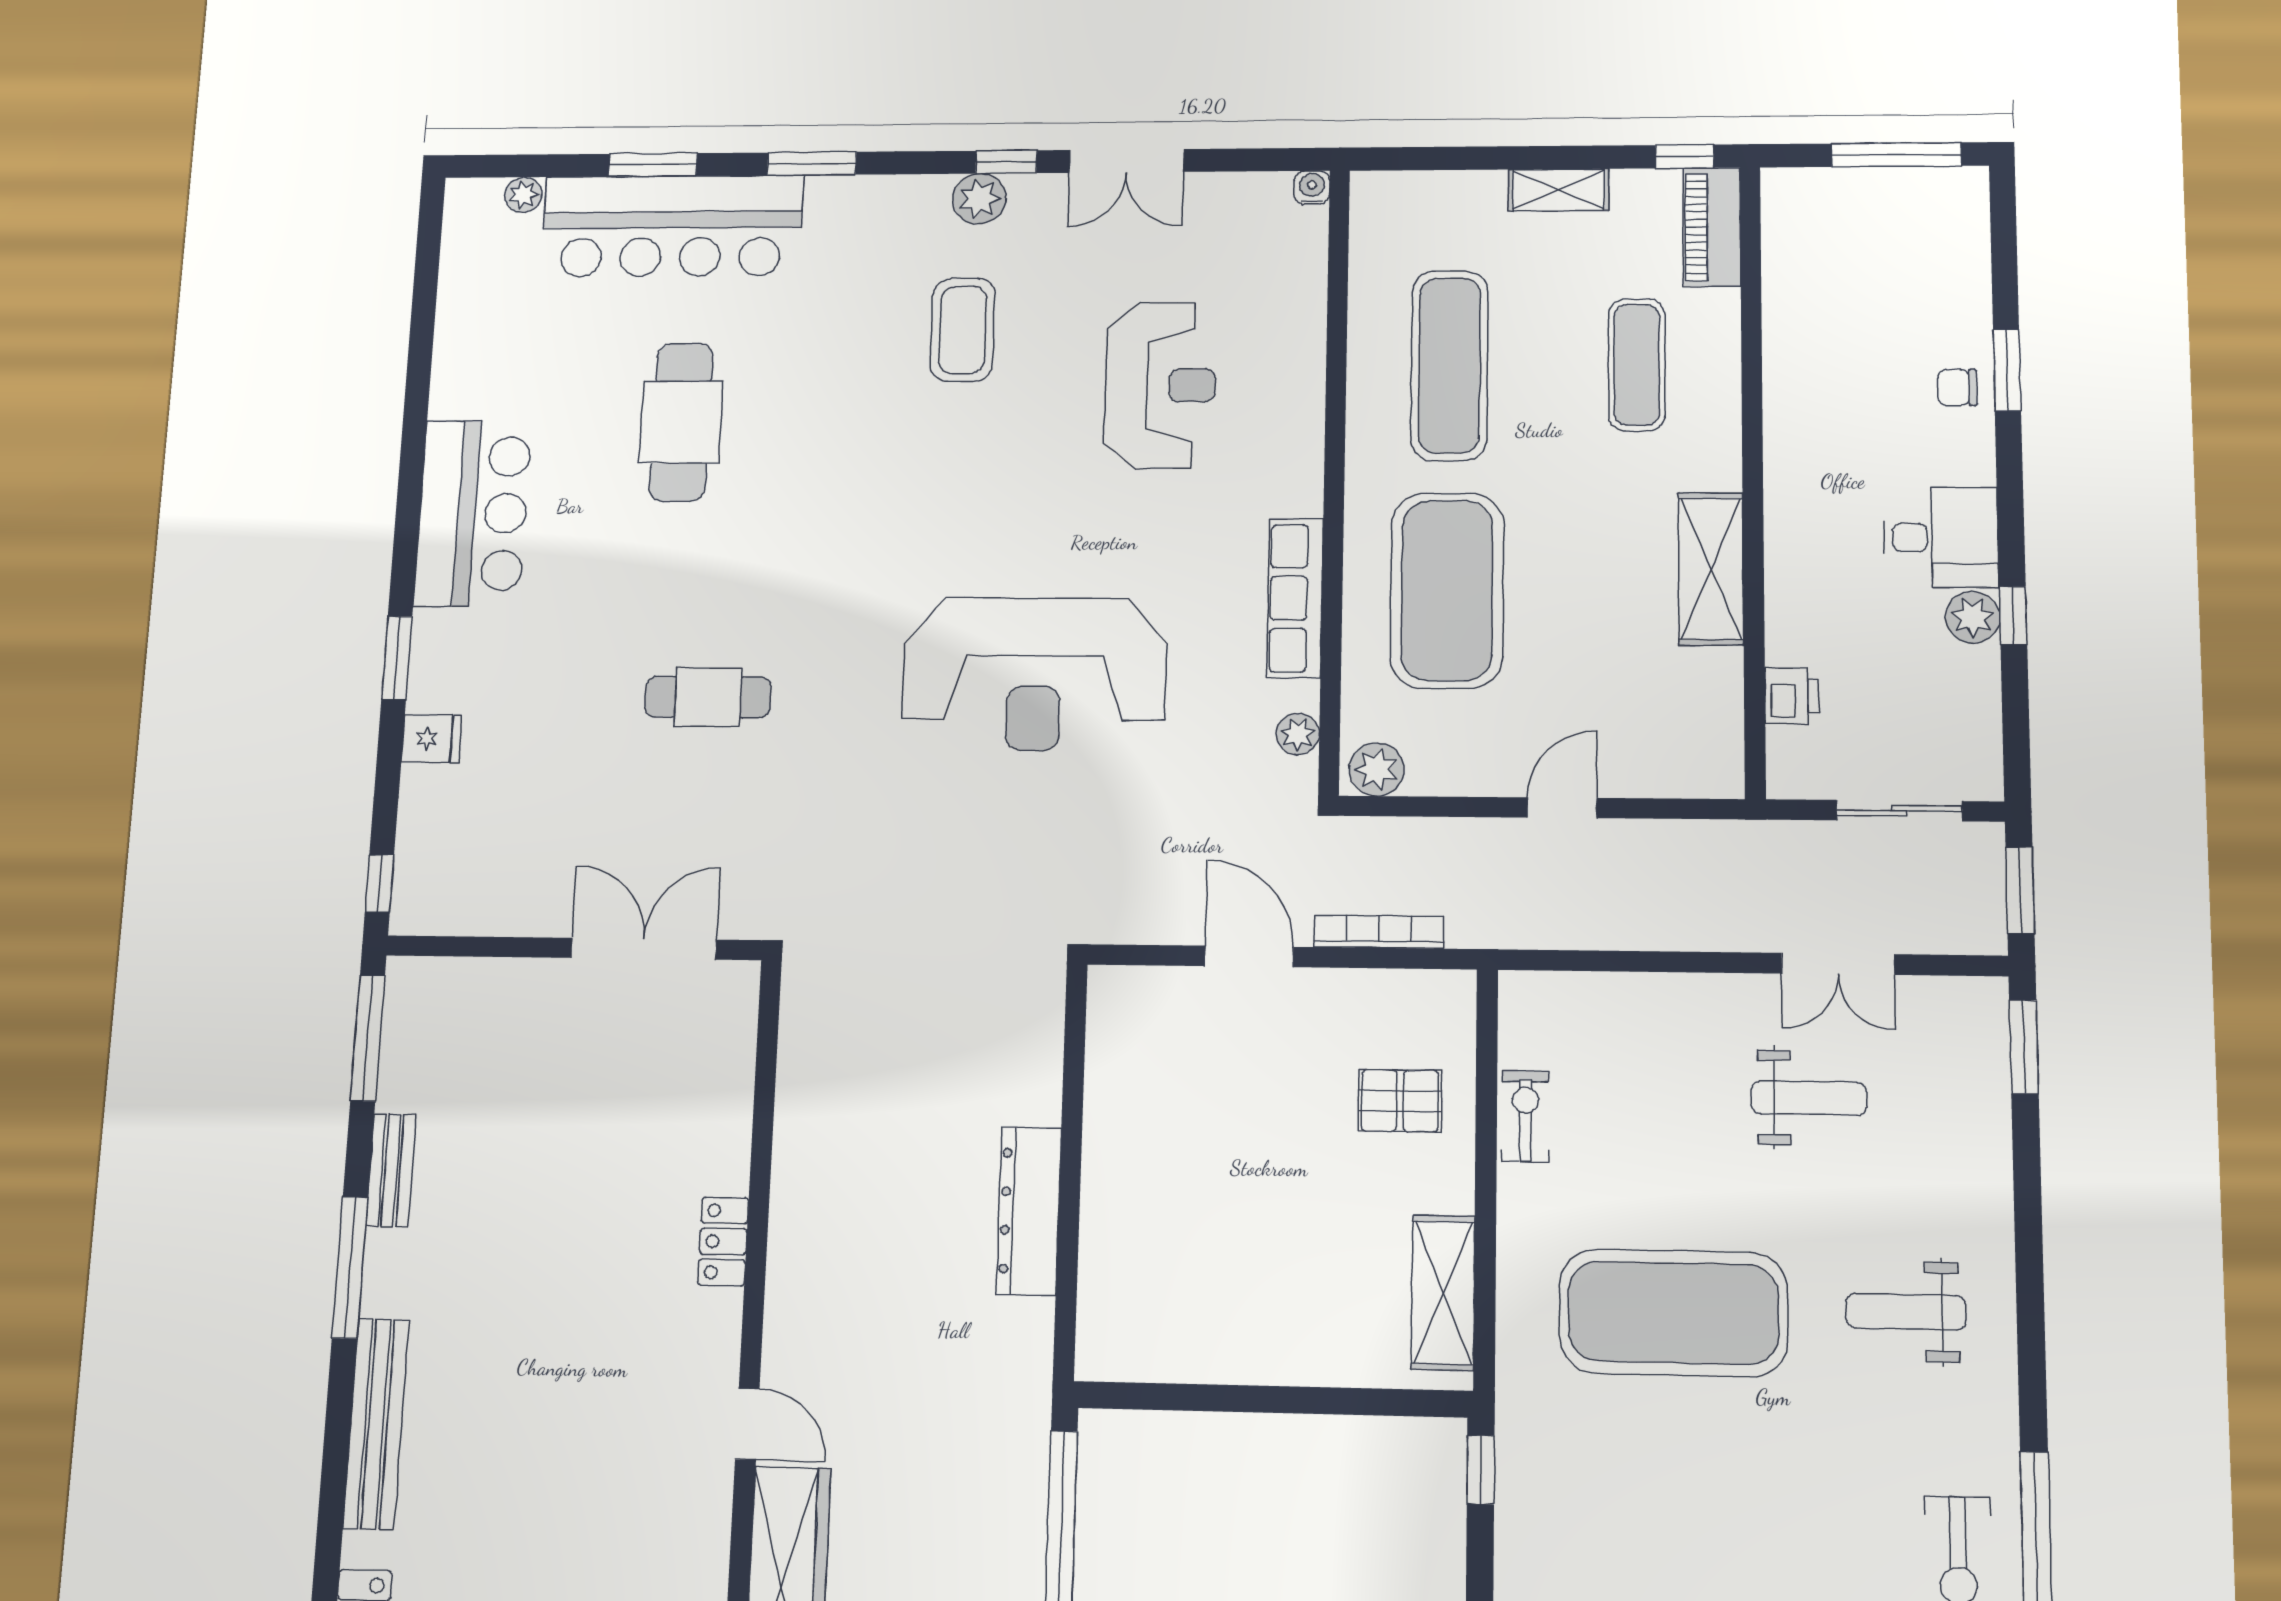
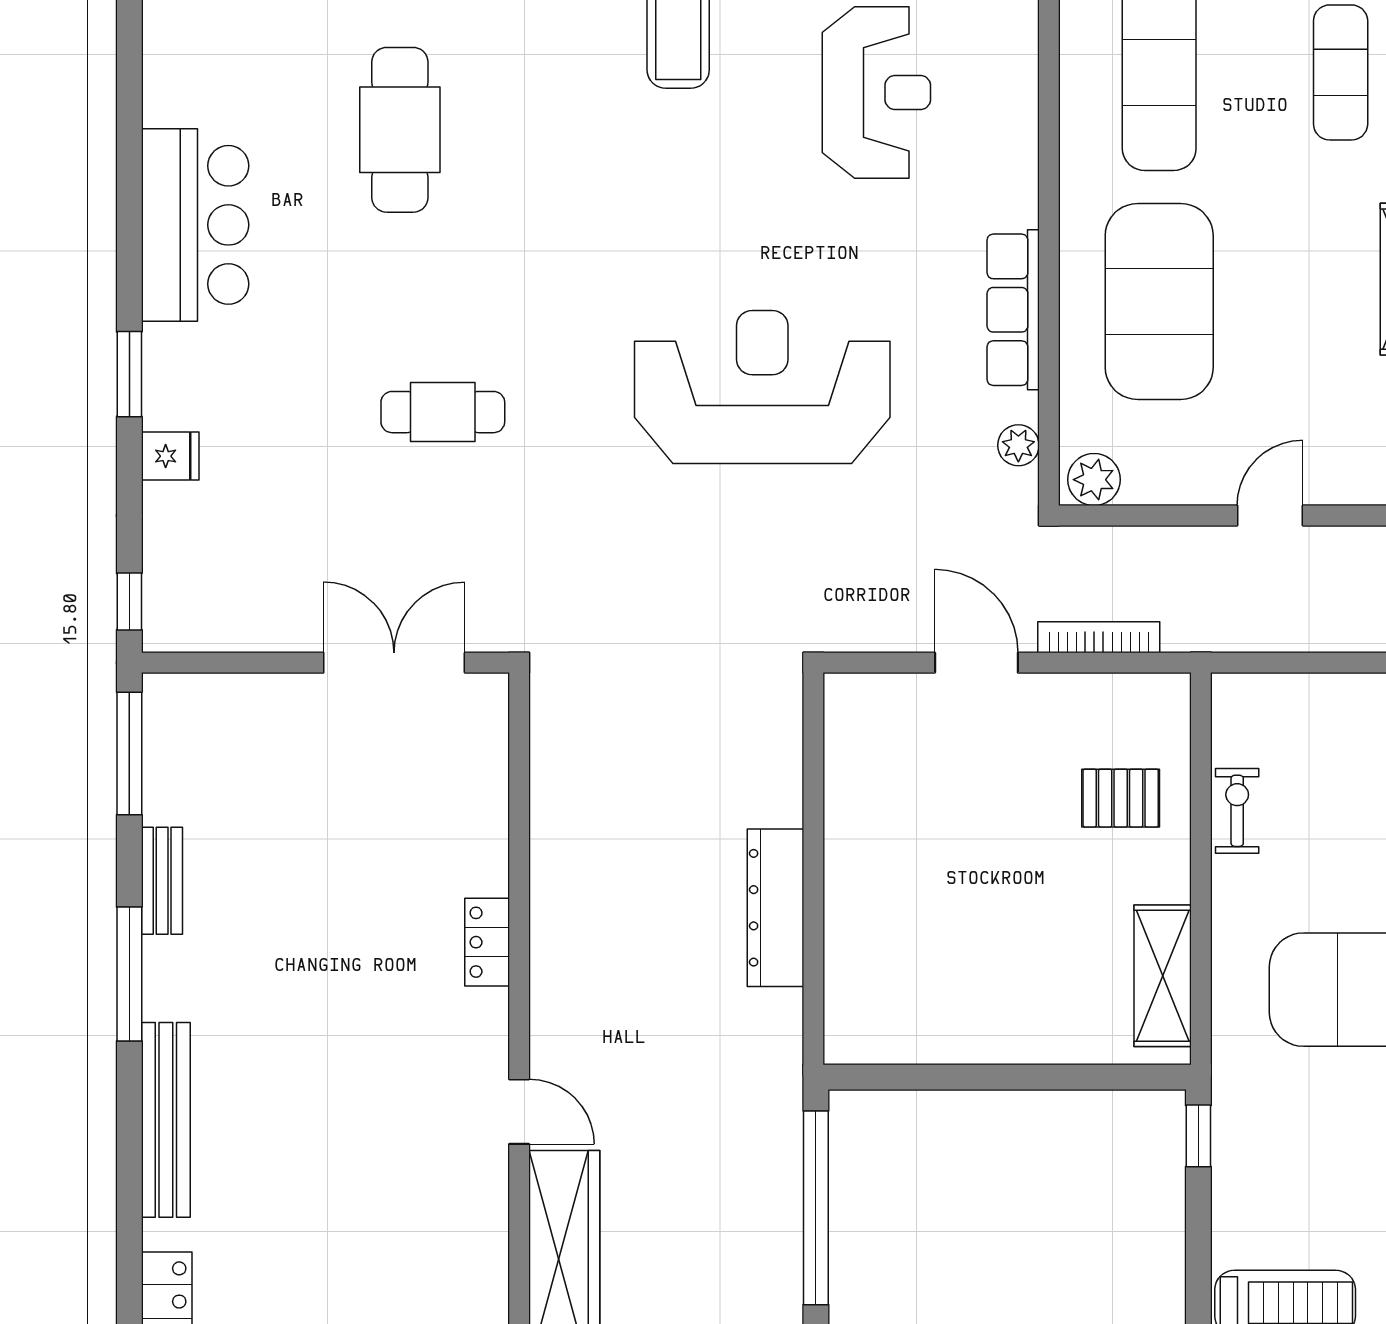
reception desk: (1034, 674) -> (762, 387), turned 180

